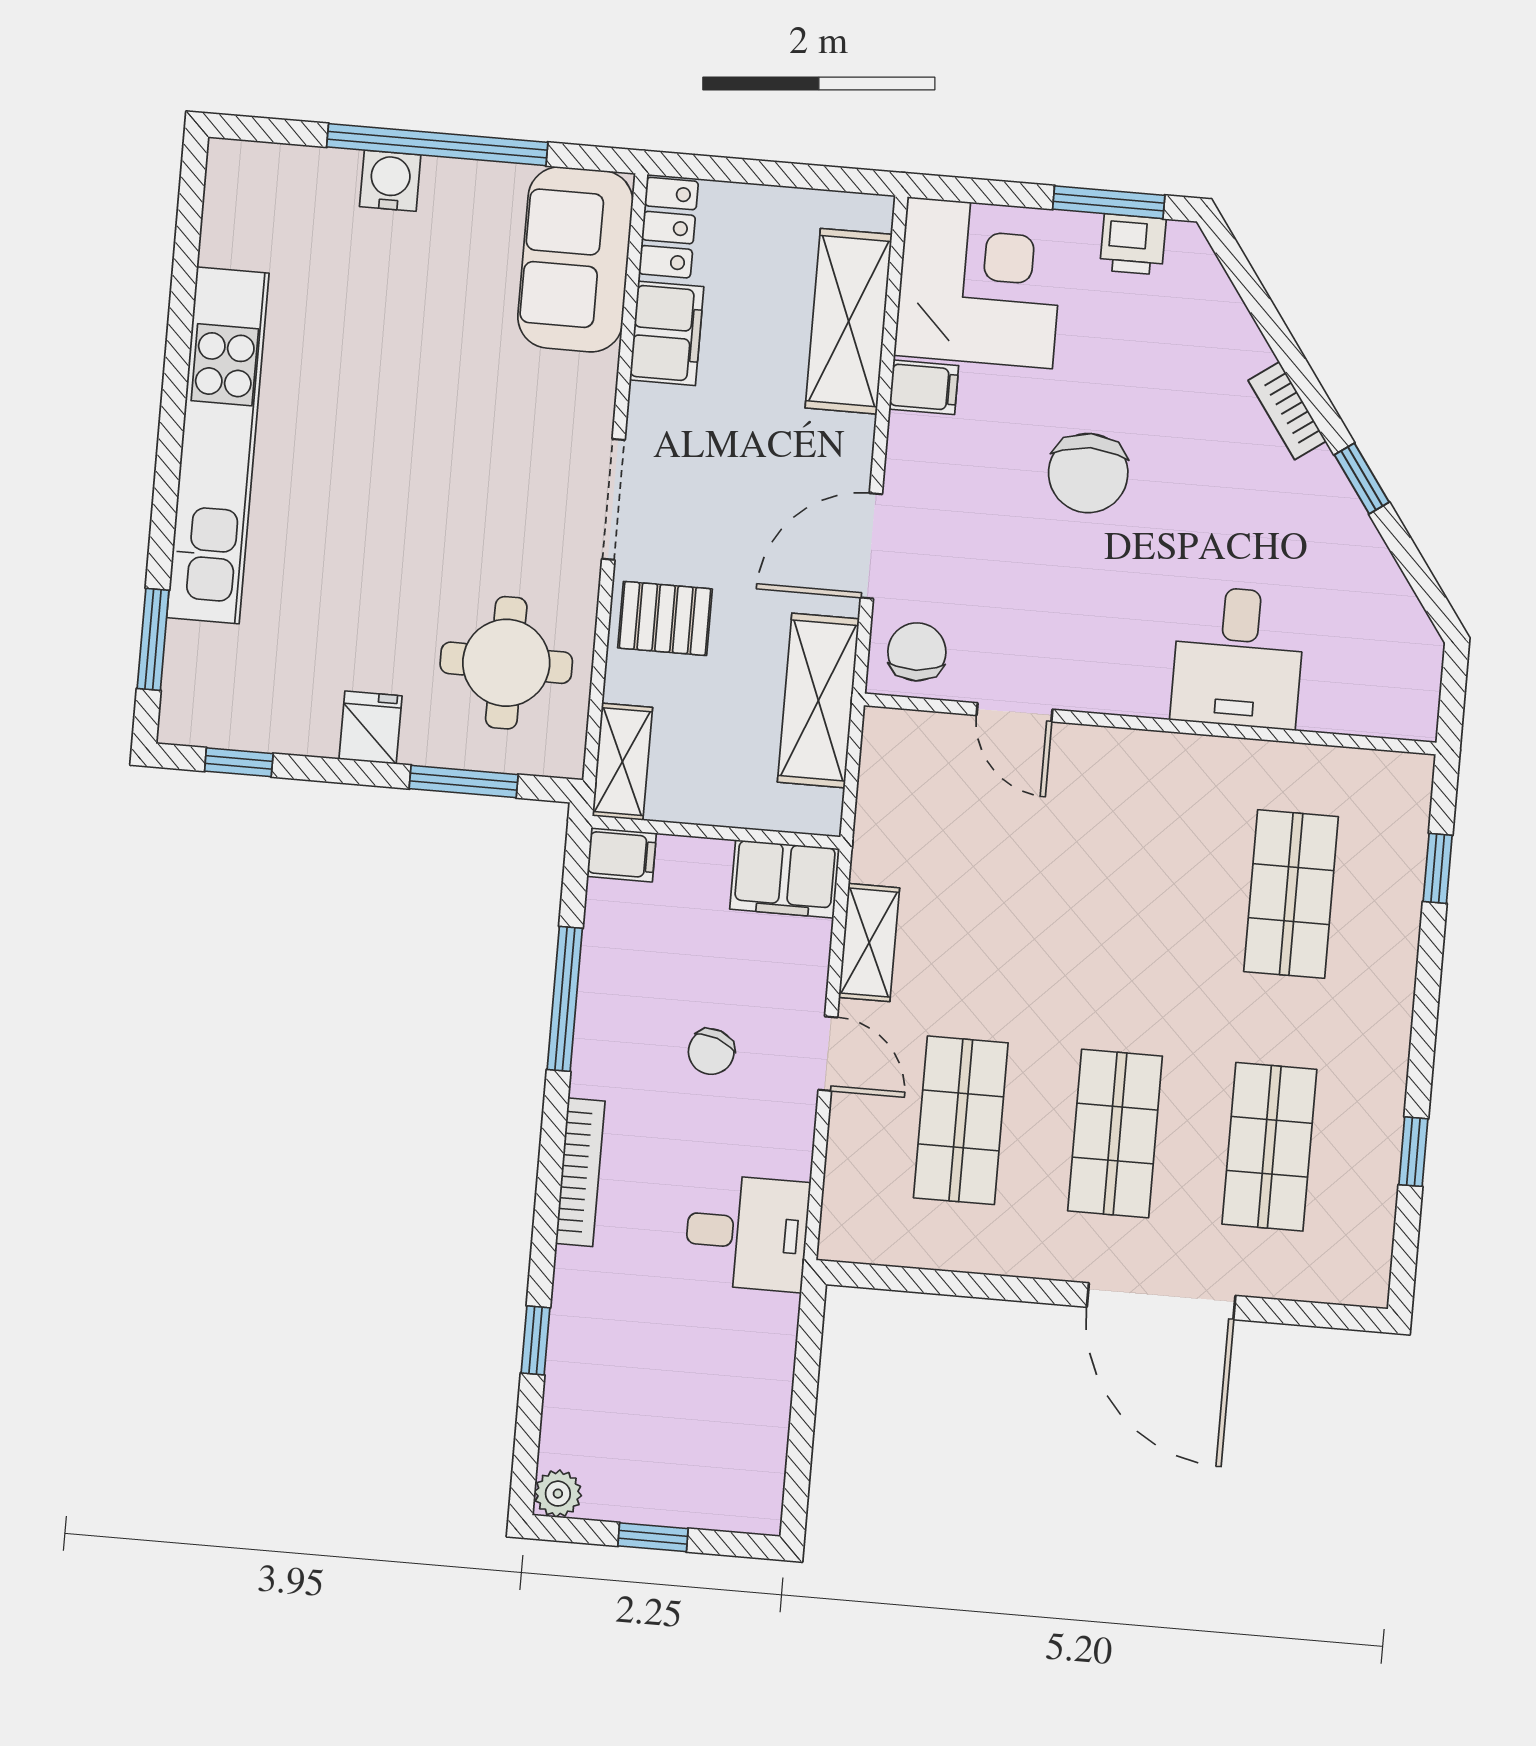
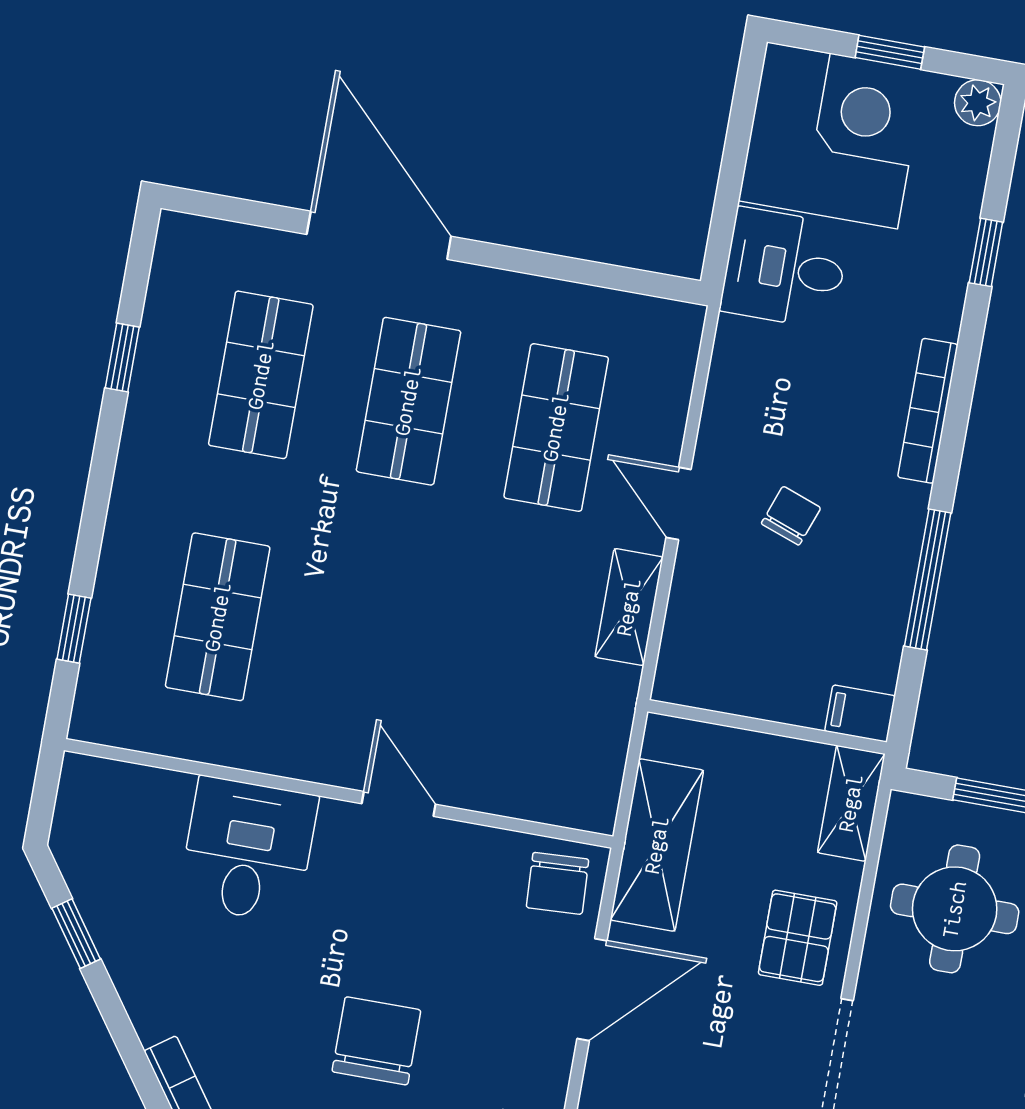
window: (1362, 478) -> (76, 934), moved
pallet: (665, 618) -> (798, 938), turned 90
door: (1014, 712) -> (399, 804), moved
filing cabinet: (785, 879) -> (705, 676), removed
desk: (747, 1233) -> (785, 268), moved
corner desk: (705, 1446) -> (832, 135), added

